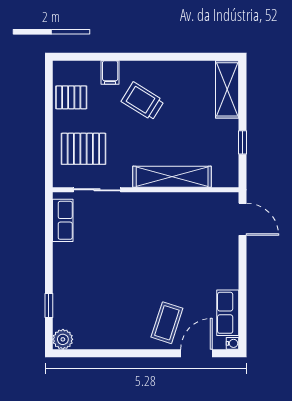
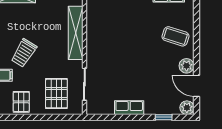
row of seats: (63, 220) -> (129, 108), moved
plant: (124, 339) -> (187, 66), added
door: (196, 353) -> (196, 86), moved

